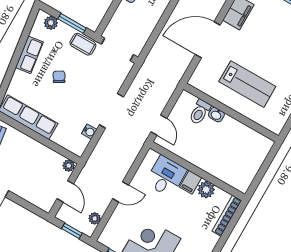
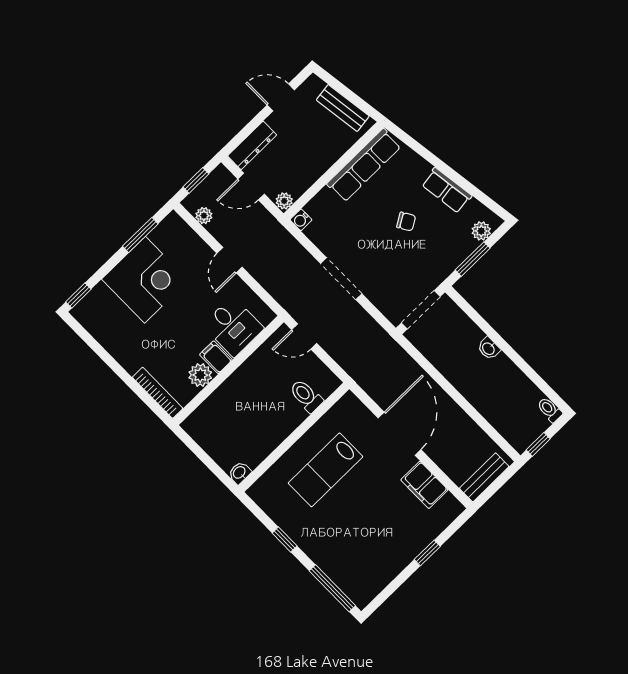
coffee table: (83, 44) -> (441, 266), removed
washbasin: (216, 115) -> (240, 473), moved
water cooler: (89, 132) -> (301, 220), moved
dresser: (36, 199) -> (252, 145), added

